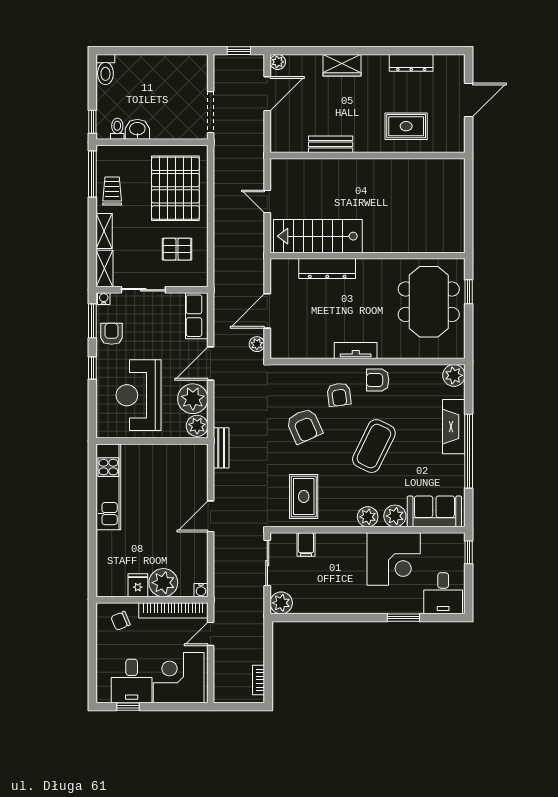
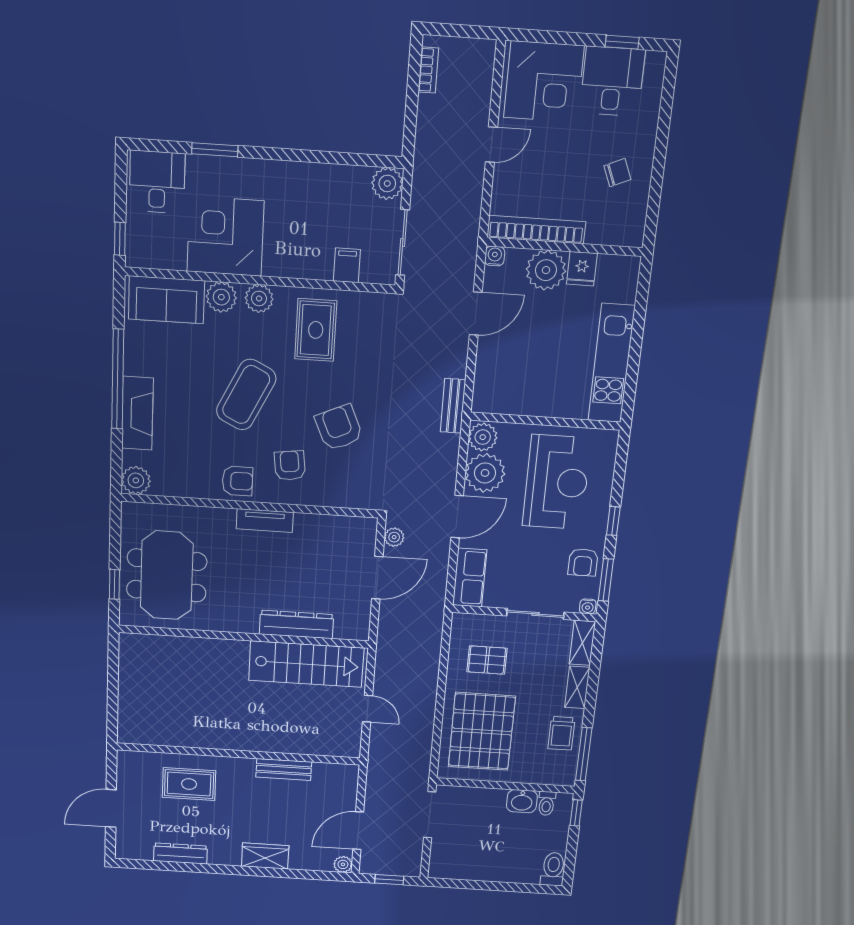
rug: (304, 496) -> (316, 330), moved
plant: (163, 583) -> (546, 270), moved
fridge: (138, 585) -> (582, 269), moved
water cooler: (201, 590) -> (495, 256), moved
wall: (152, 600) -> (564, 247), moved
bookcase: (173, 610) -> (536, 230), moved

